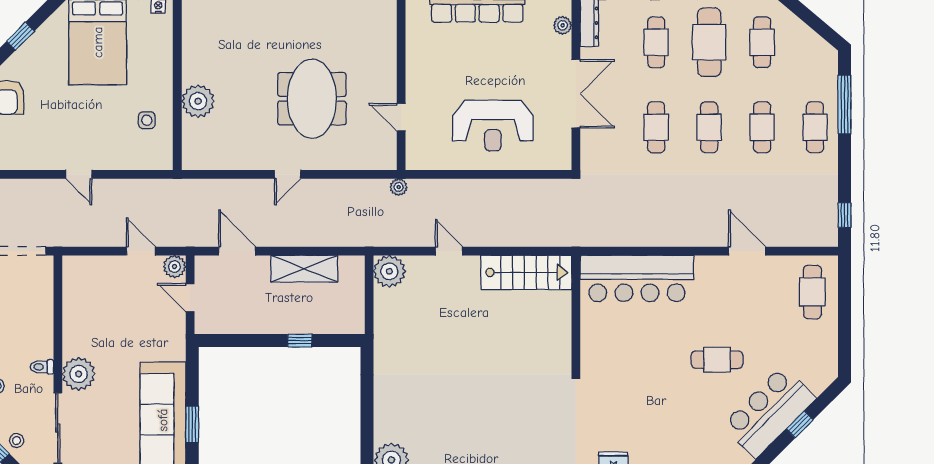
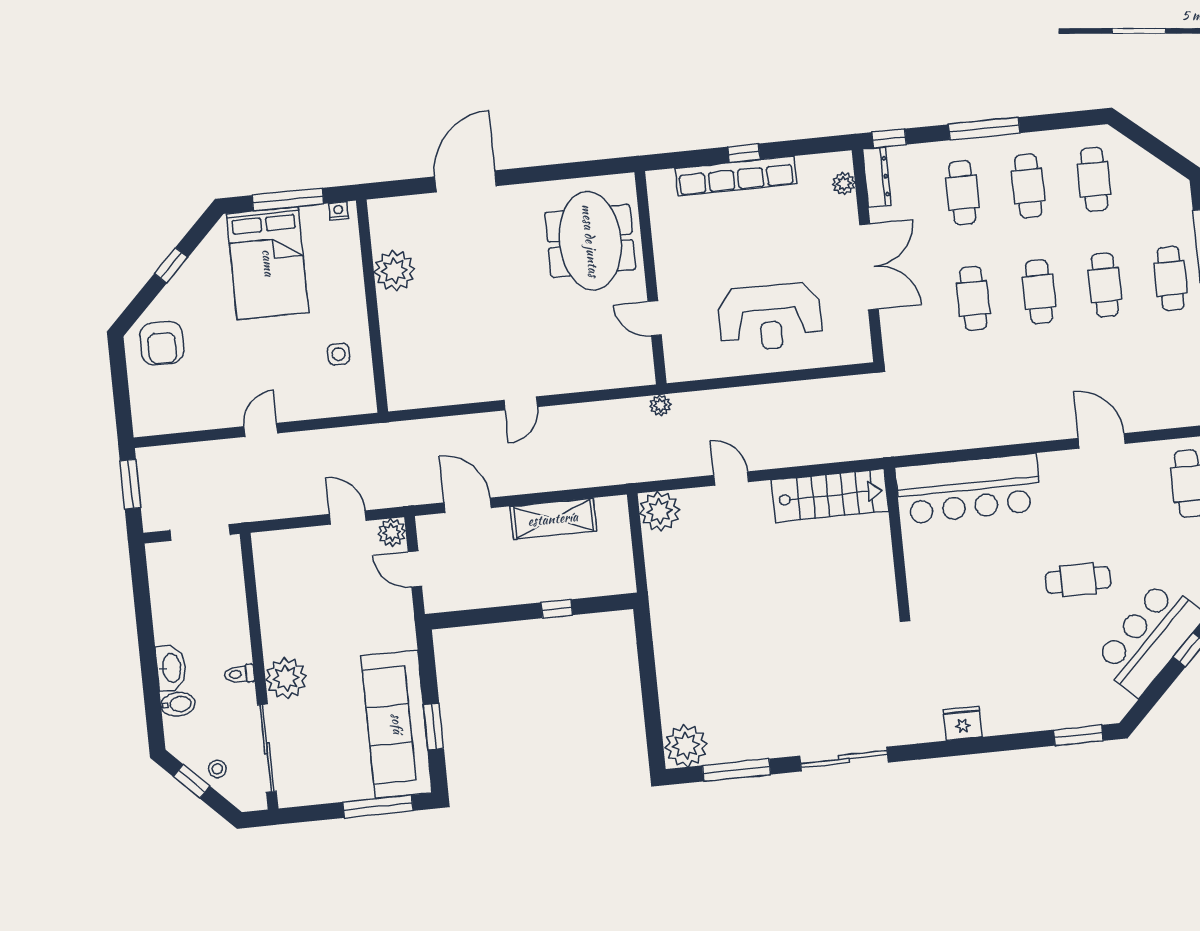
cafe table: (709, 42) -> (1028, 186), width x0.73, depth x0.74
meeting table: (312, 99) -> (590, 241), moved
plant: (198, 101) -> (395, 271), moved
door: (79, 174) -> (261, 430), swing flipped

